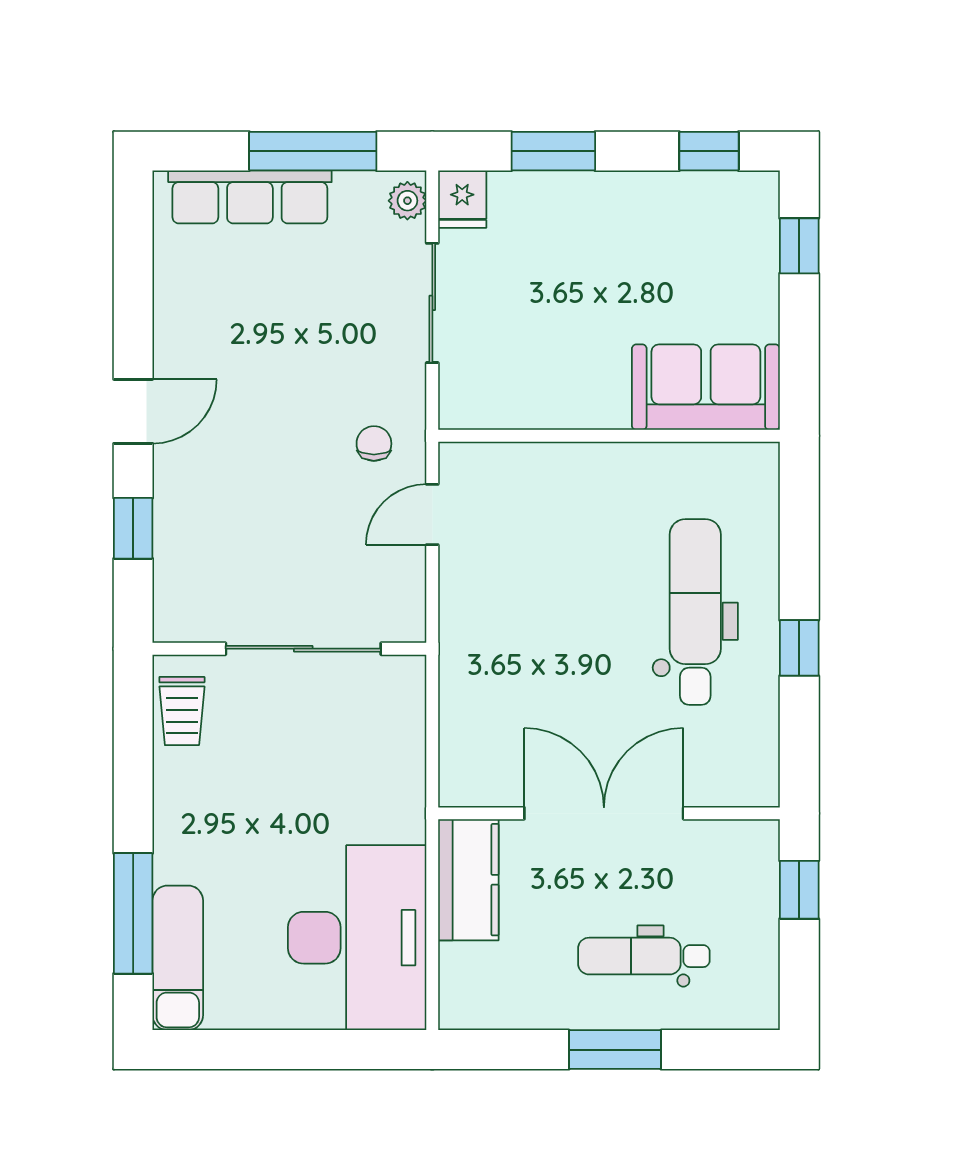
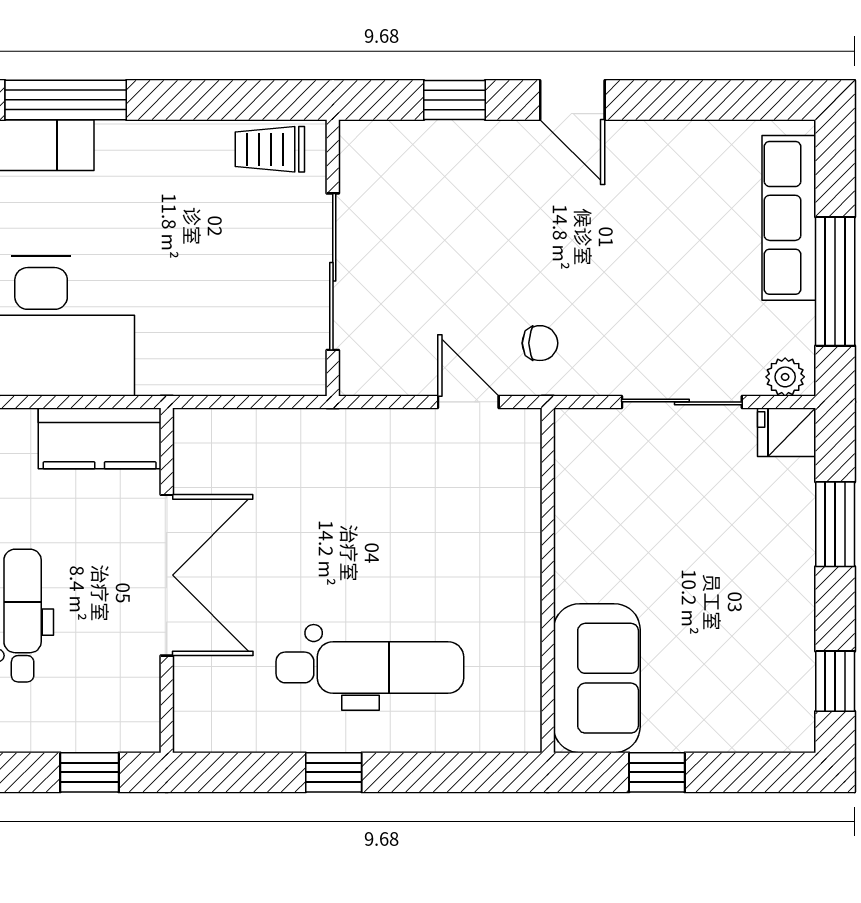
window: (799, 246) -> (657, 772), moved

